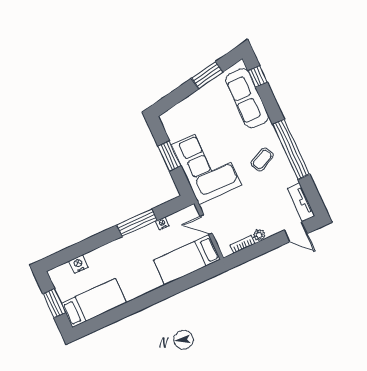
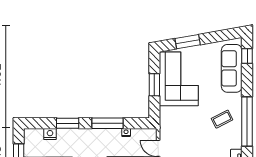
window: (207, 75) -> (188, 42), moved
corner sofa: (206, 165) -> (179, 79), moved
window: (93, 243) -> (68, 123), added

